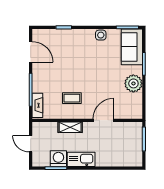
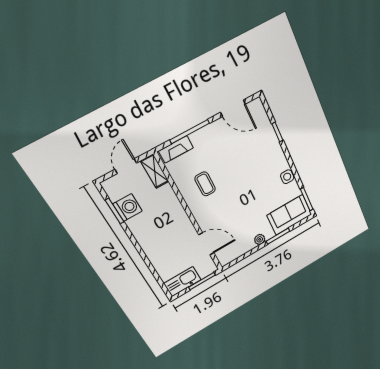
door: (31, 52) -> (233, 108), hinge flipped
plant: (133, 83) -> (260, 239), width x0.53, depth x0.53
door: (103, 120) -> (206, 244), moved
shelving: (70, 127) -> (155, 171), moved
kitchen sink: (81, 159) -> (182, 282), moved, turned -90

